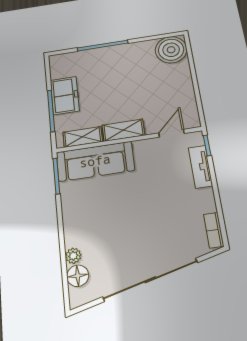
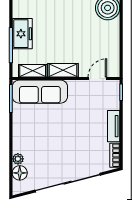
tv unit: (200, 167) -> (114, 126), moved

